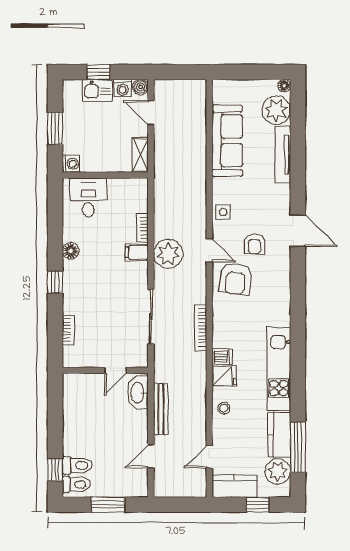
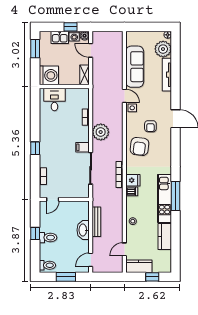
window: (98, 72) -> (70, 27), moved
window: (55, 128) -> (35, 49), moved
washing machine: (71, 164) -> (49, 75), width x1.89, depth x1.89
door: (209, 250) -> (124, 96), moved
floor lamp: (71, 251) -> (44, 130), removed
filing cabinet: (137, 252) -> (82, 147), moved
door: (115, 370) -> (53, 199), moved
fridge: (224, 376) -> (133, 180), moved
washbasin: (138, 393) -> (83, 230), moved
window: (298, 447) -> (175, 196), moved
door: (151, 456) -> (91, 260), moved
toilet: (77, 465) -> (48, 238), moved
window: (55, 470) -> (35, 234), moved
plant: (278, 471) -> (164, 258), removed

